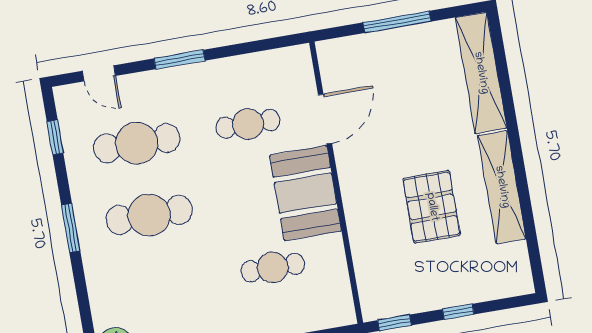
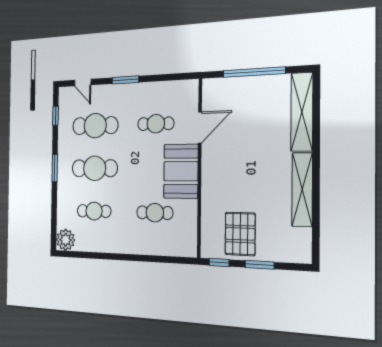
window: (397, 22) -> (254, 72), width x1.46
pallet: (432, 207) -> (240, 234), moved
cafe table: (162, 287) -> (94, 211), added
window: (458, 312) -> (260, 265), width x1.50

